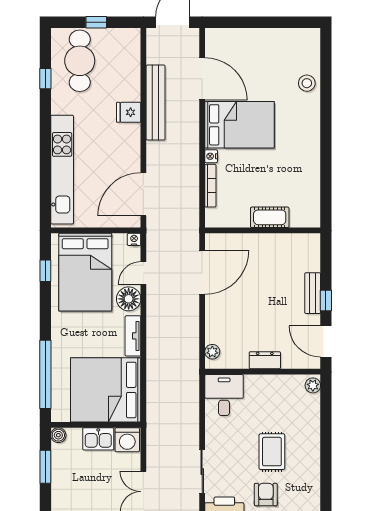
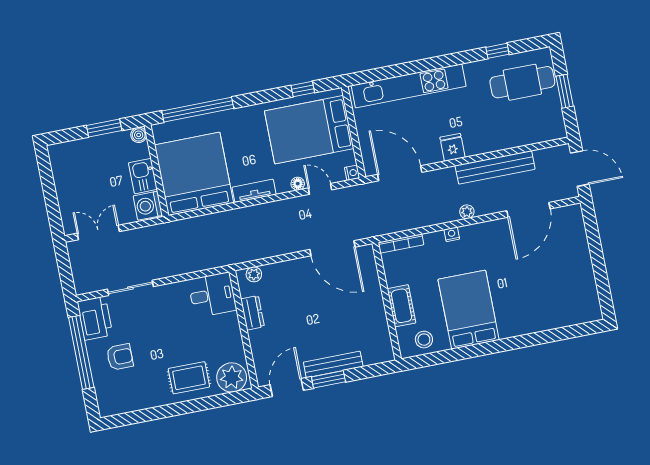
window: (96, 22) -> (565, 91), width x1.50
stool: (307, 83) -> (424, 340), moved
fridge: (129, 112) -> (452, 147), moved
bed: (240, 125) -> (469, 310), moved, turned 180
plant: (193, 138) -> (467, 212), added
bookcase: (210, 186) -> (401, 243), moved
bench: (313, 293) -> (333, 364), width x1.36
floor lamp: (129, 299) -> (298, 184), width x0.53, depth x0.53
window: (326, 300) -> (328, 379), width x1.50
dresser: (265, 360) -> (252, 313), moved
plant: (313, 385) -> (232, 377), width x1.88, depth x1.88
rug: (272, 452) -> (189, 378), moved

